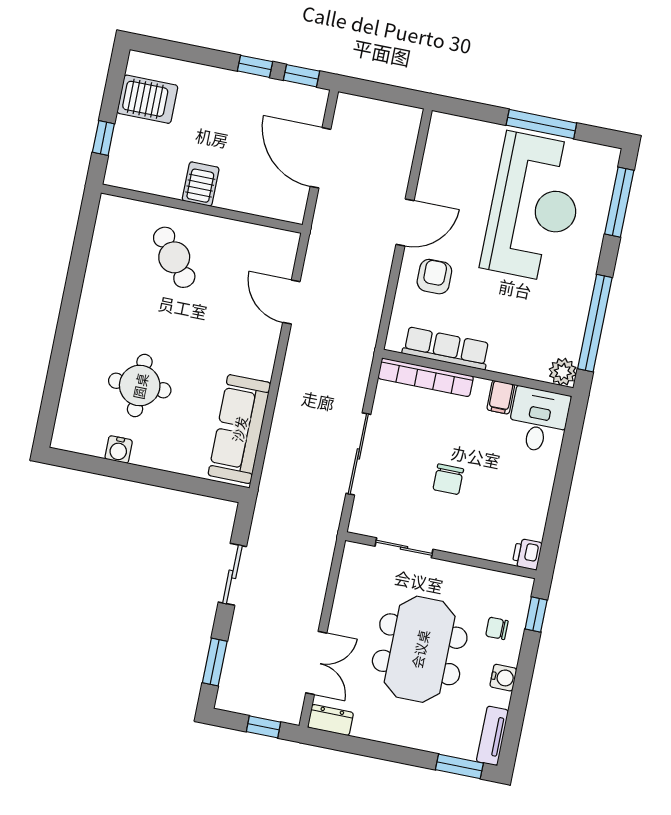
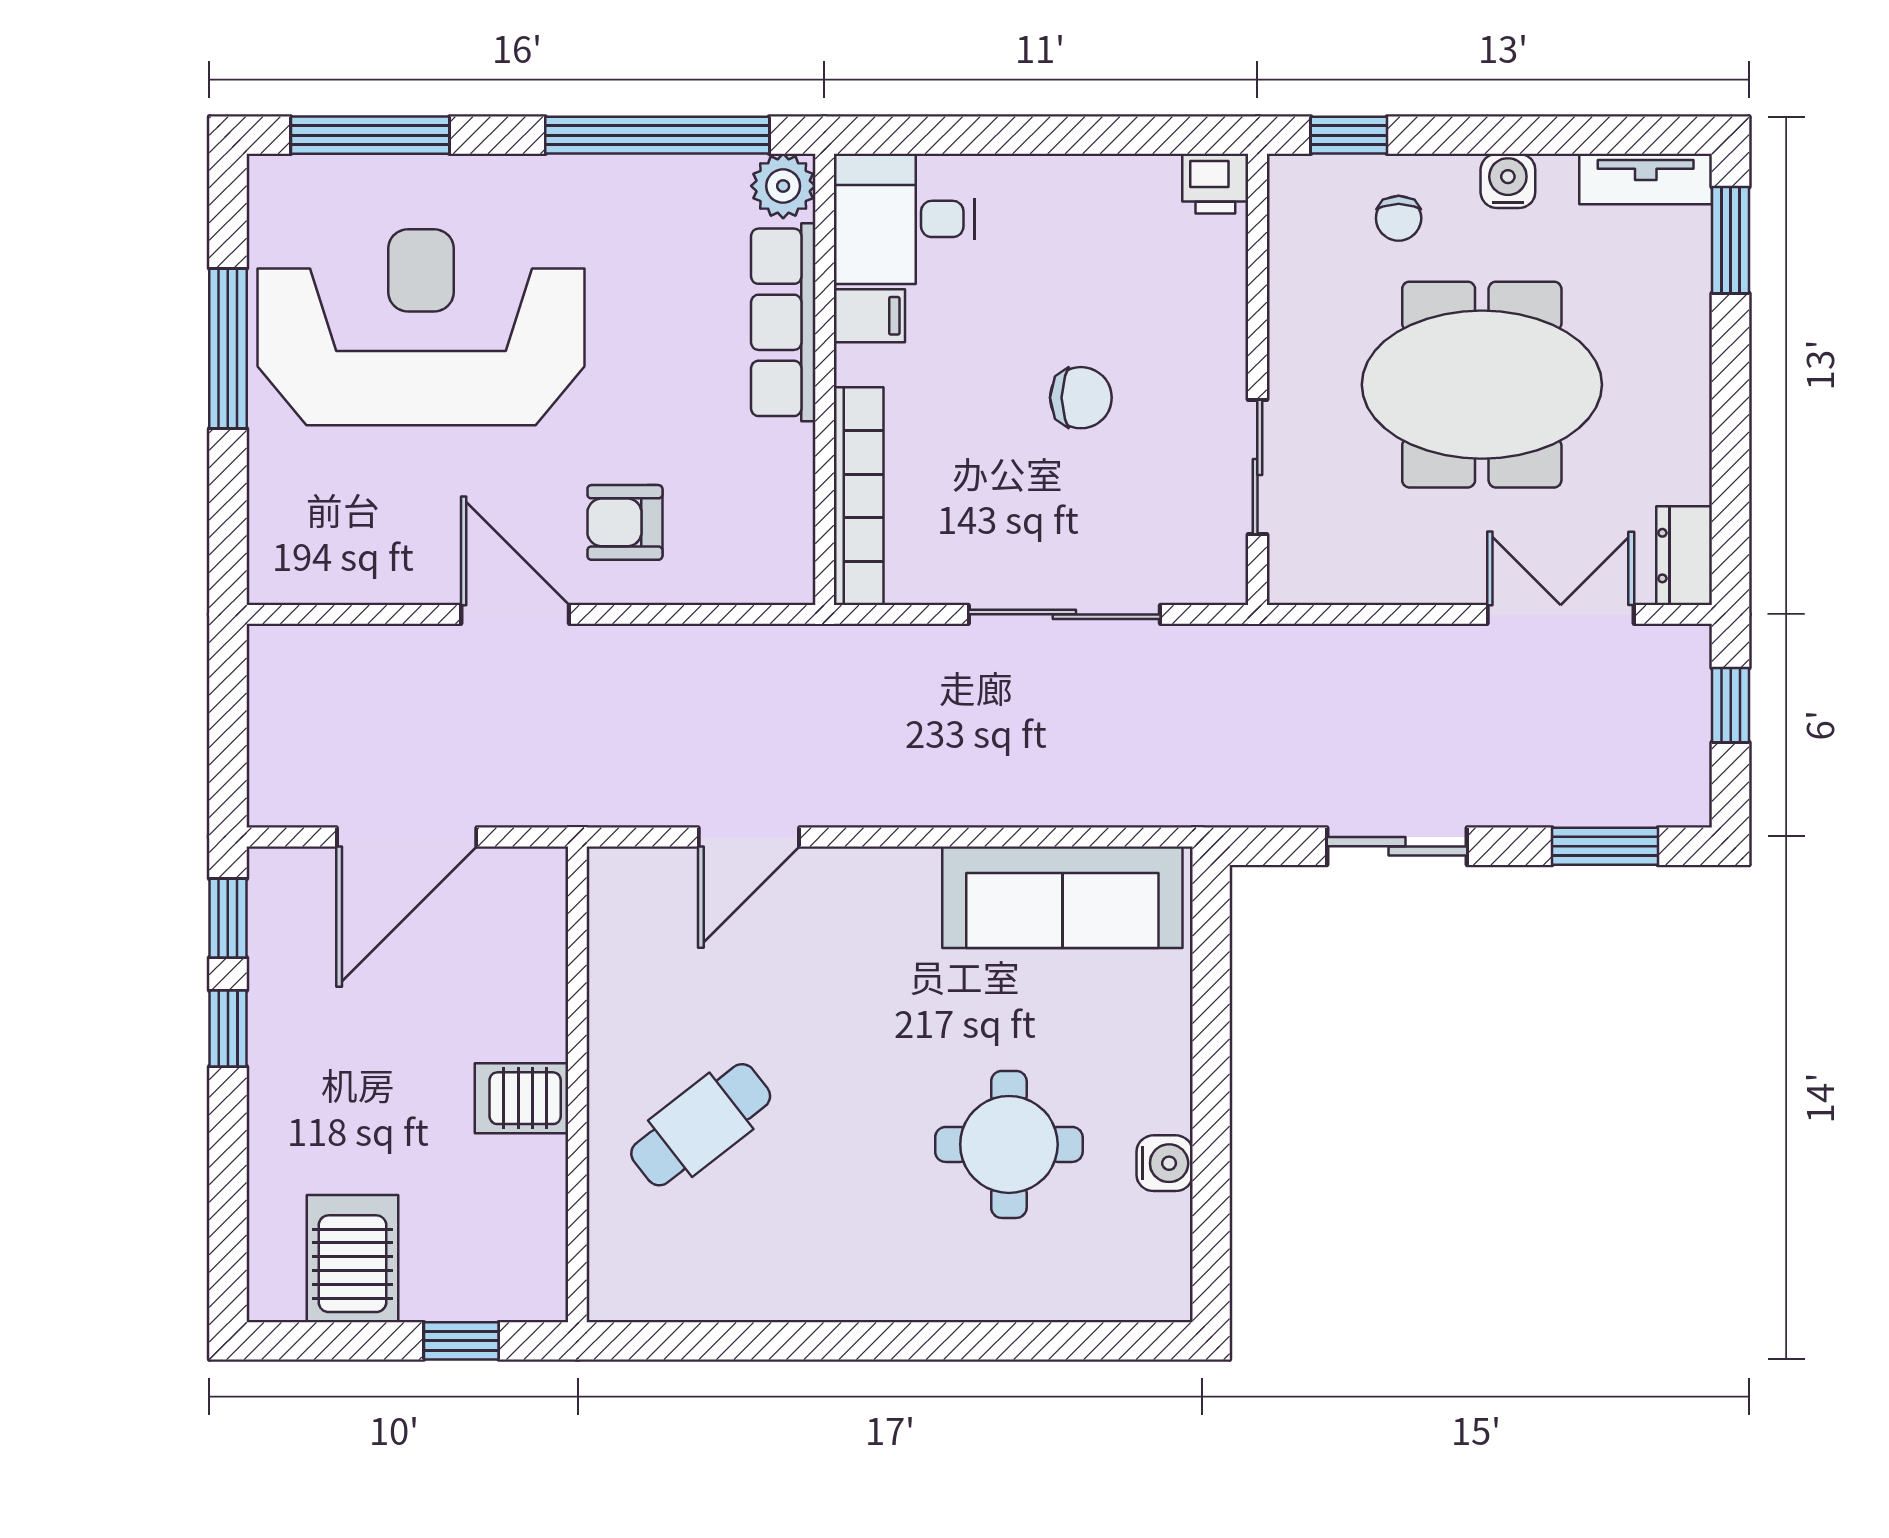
row of seats: (446, 348) -> (783, 322), moved

